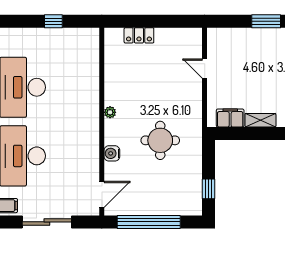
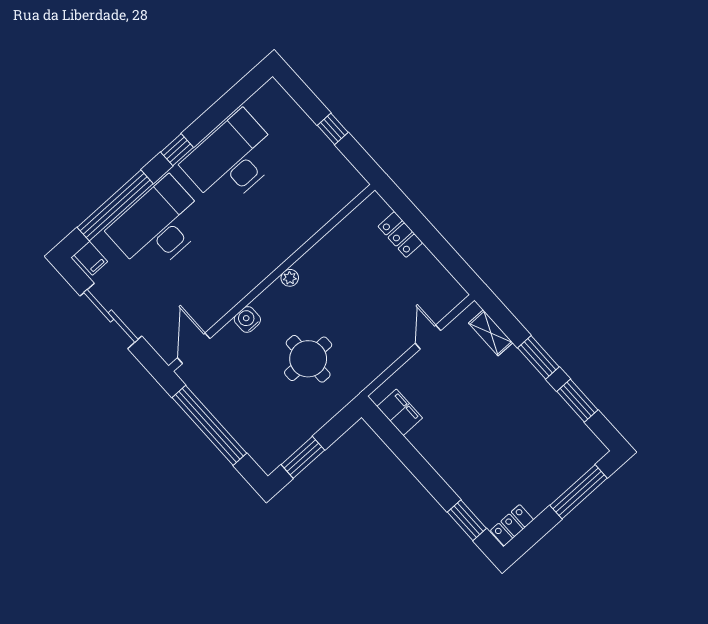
shelving: (260, 120) -> (491, 333), moved
window: (208, 189) -> (303, 457), width x1.50
door: (102, 194) -> (194, 348), swing flipped

